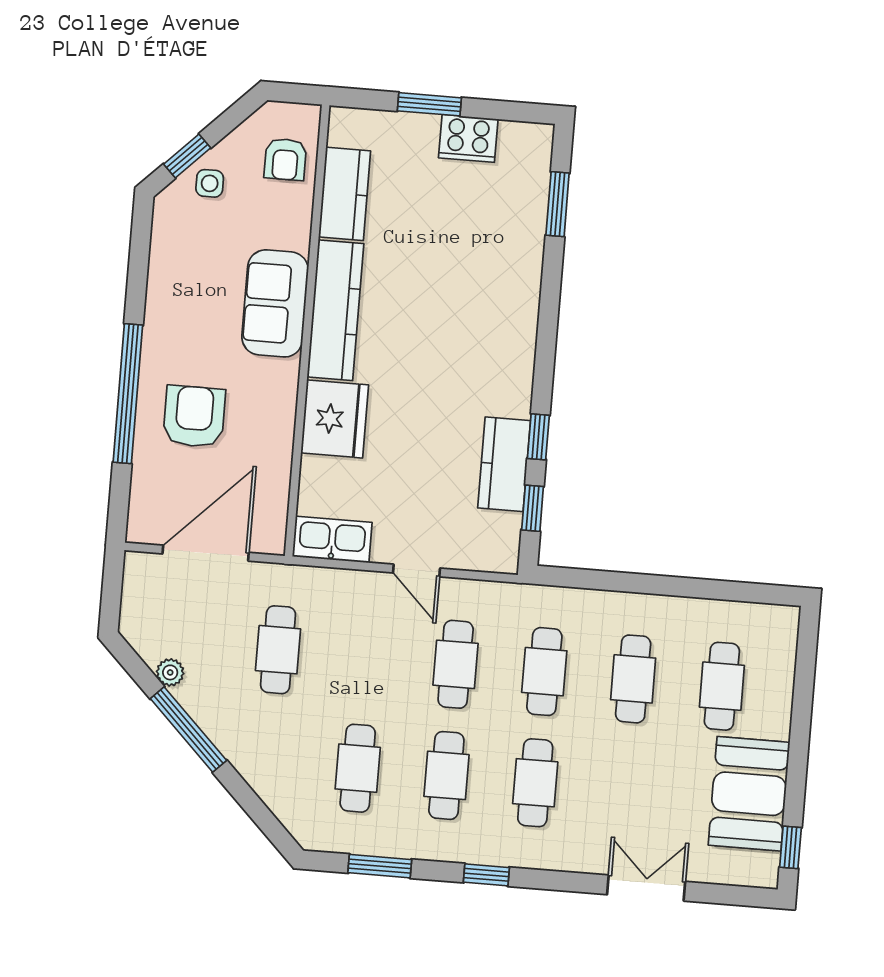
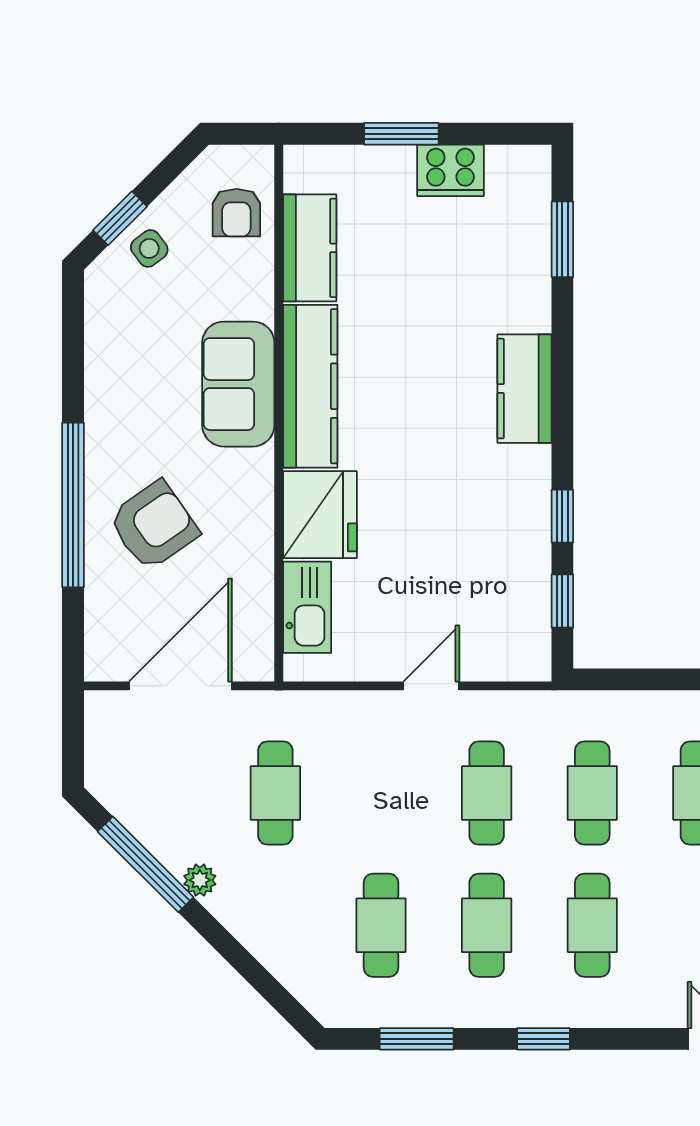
side table: (210, 183) -> (149, 248), turned -37
armchair: (194, 416) -> (154, 525), turned 55
kitchen counter: (504, 464) -> (525, 389), moved
kitchen sink: (332, 540) -> (307, 607), moved, turned 90
door: (417, 570) -> (431, 686), swing flipped
plant: (170, 672) -> (200, 880), moved
window: (188, 730) -> (146, 864), moved

